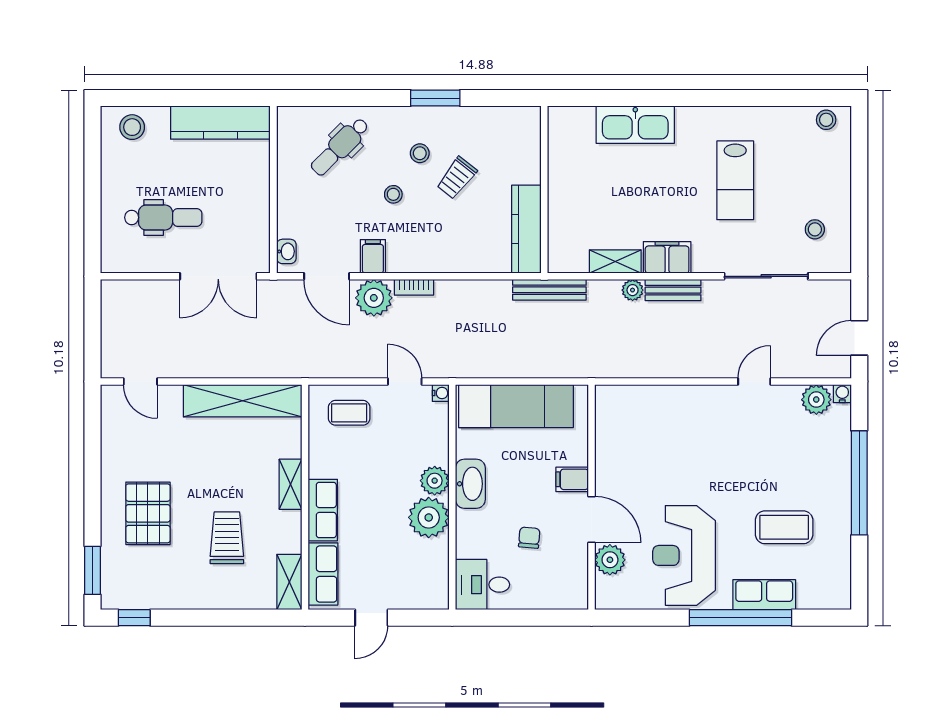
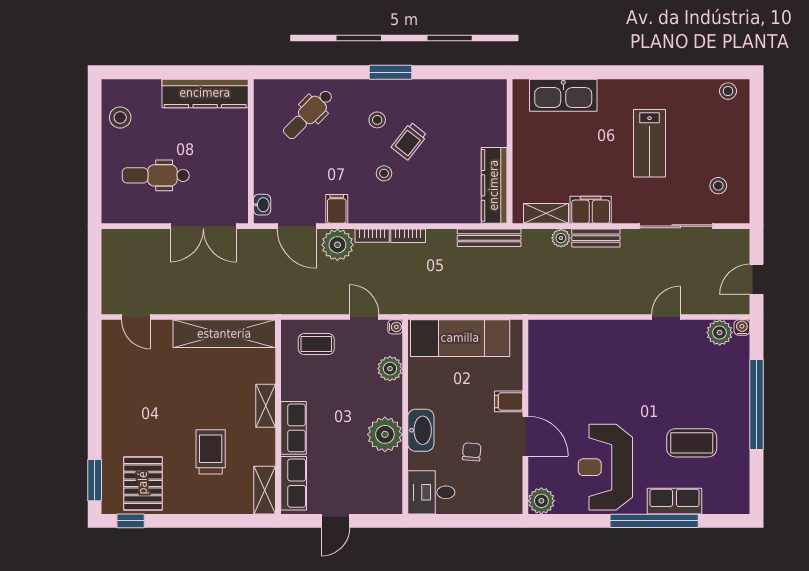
stool: (132, 127) -> (120, 117), moved
wall: (544, 190) -> (510, 151), moved
stool: (393, 194) -> (384, 173), moved
dental chair: (163, 217) -> (156, 175), turned 180
kitchen counter: (526, 229) -> (494, 185), moved
bookcase: (456, 287) -> (408, 236), added
plant: (435, 481) -> (390, 369), moved
washbasin: (470, 484) -> (421, 430), moved
pallet: (148, 513) -> (143, 483), moved
plant: (610, 560) -> (541, 501), moved

